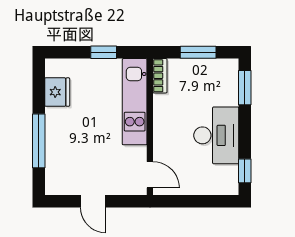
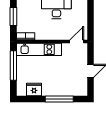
window: (104, 52) -> (13, 65), width x2.17

